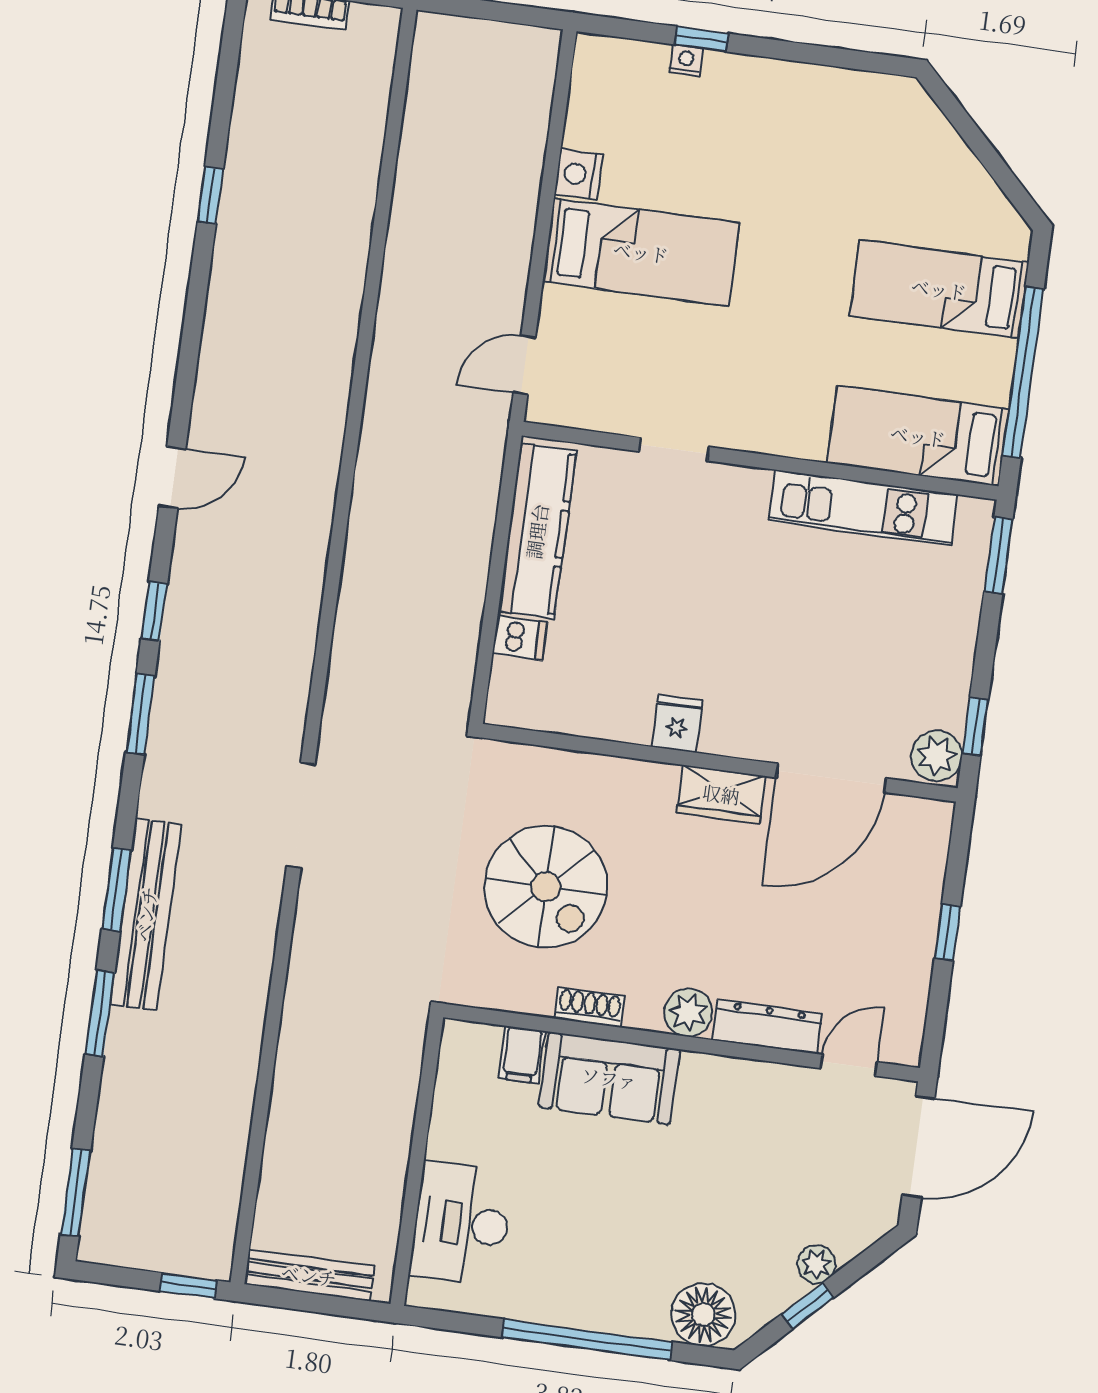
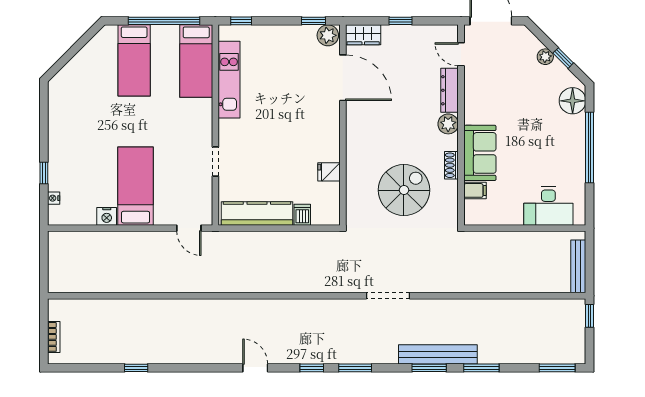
nightstand: (686, 61) -> (54, 198), moved
window: (998, 555) -> (241, 21), width x0.67
fridge: (677, 724) -> (329, 172), moved
wardrobe: (721, 794) -> (363, 35), moved, turned 90

